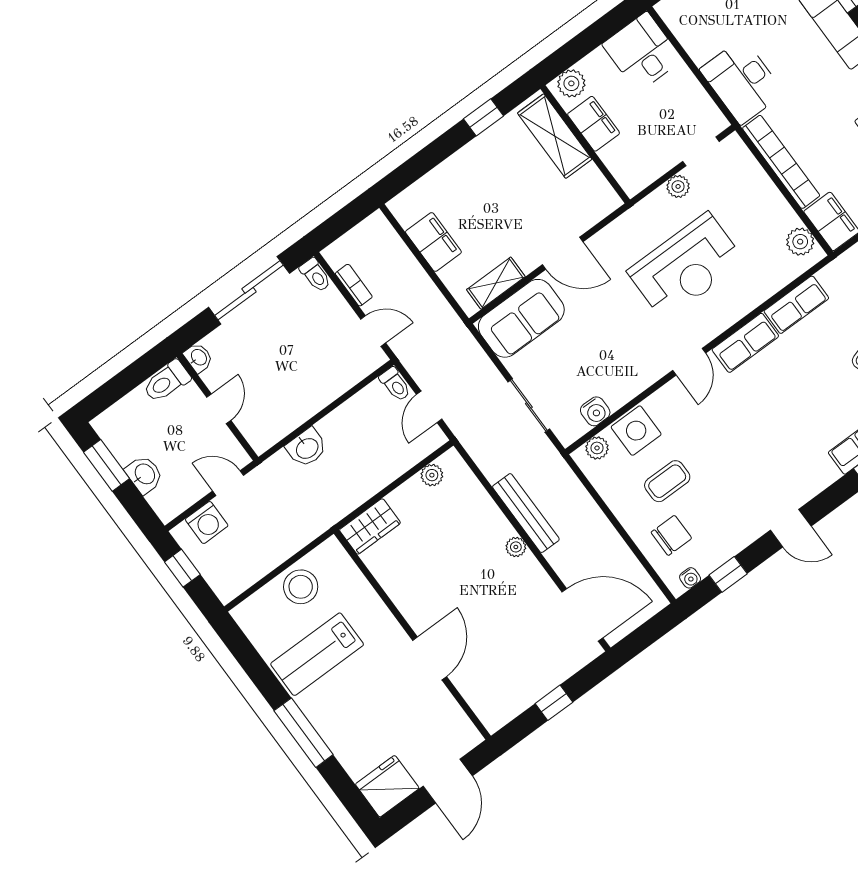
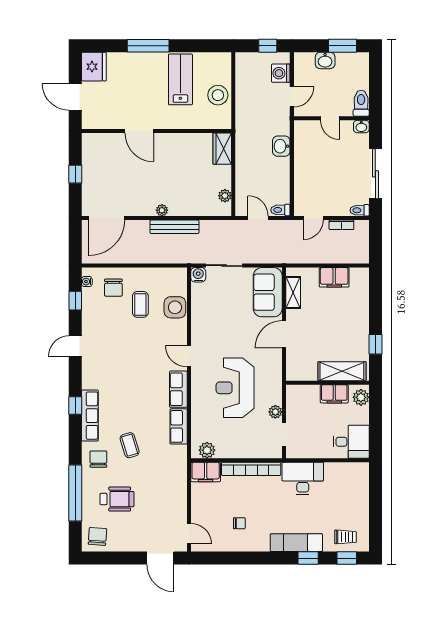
water cooler: (595, 411) -> (198, 275), moved, turned 90
plant: (597, 448) -> (180, 283), removed

